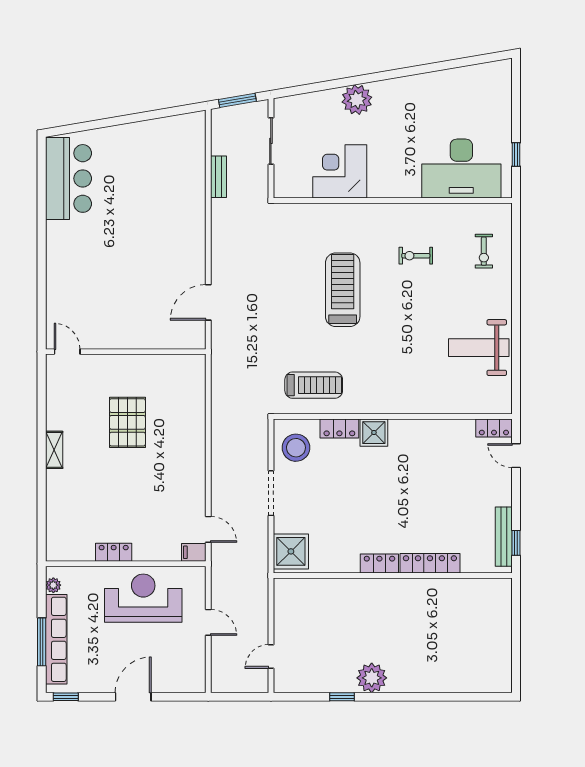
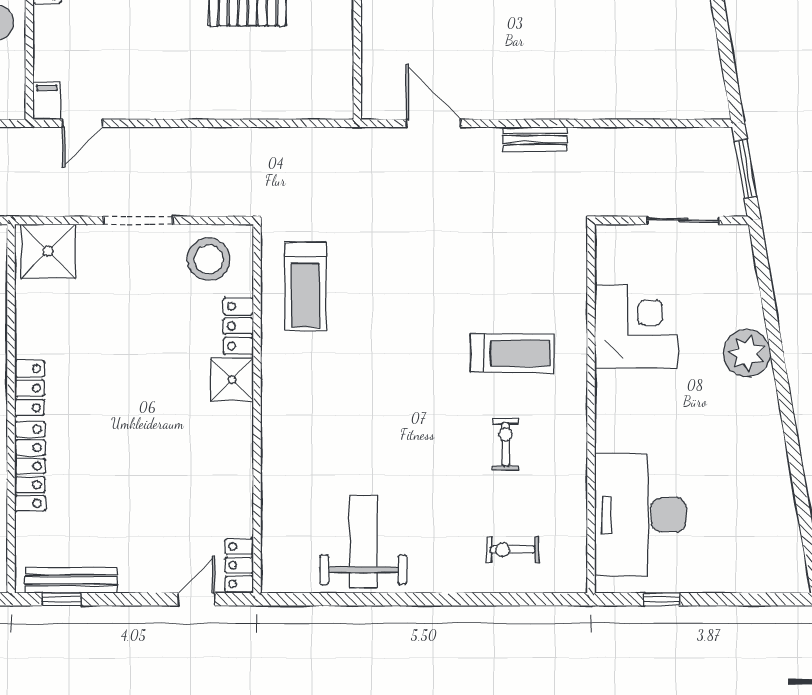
bench: (218, 177) -> (535, 139), moved
treadmill: (343, 290) -> (512, 353), moved, width x0.73, depth x0.73

